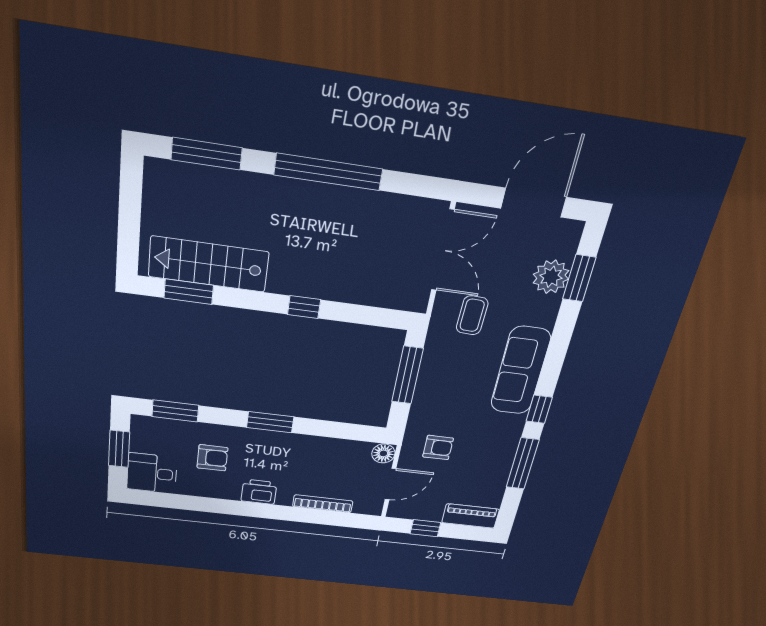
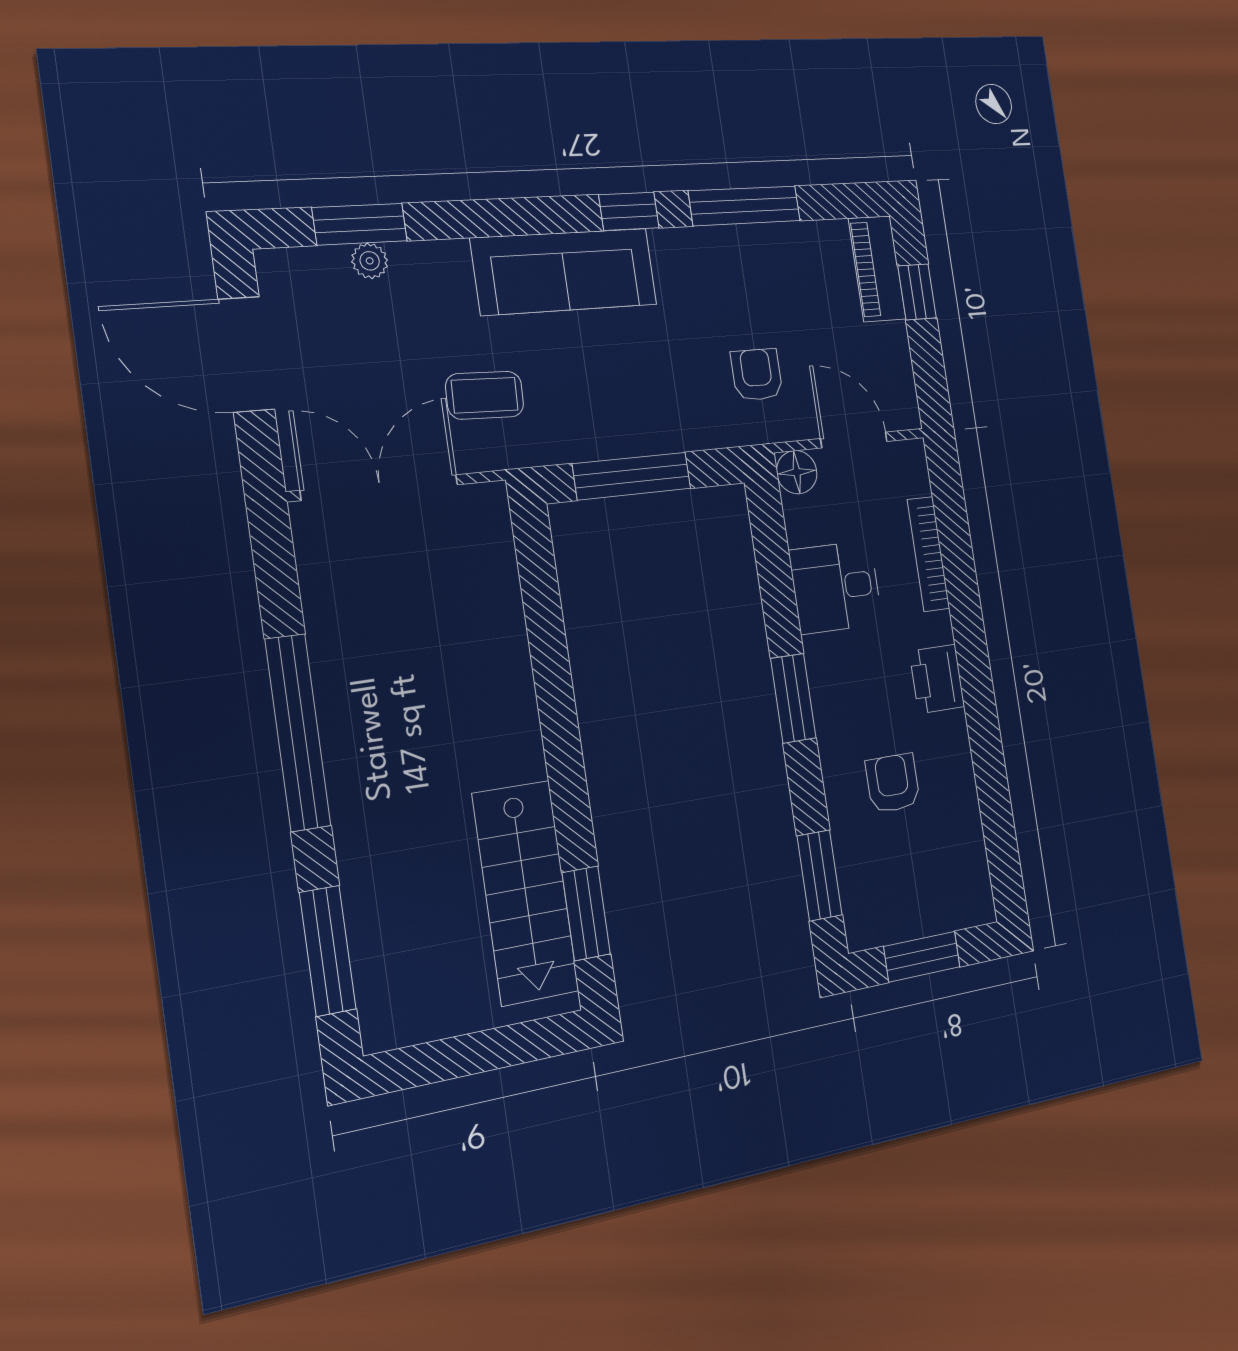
plant: (551, 277) -> (370, 261), width x0.53, depth x0.53
window: (304, 307) -> (556, 702), removed
desk: (152, 473) -> (836, 587), moved, turned 90
window: (425, 528) -> (917, 292), moved

